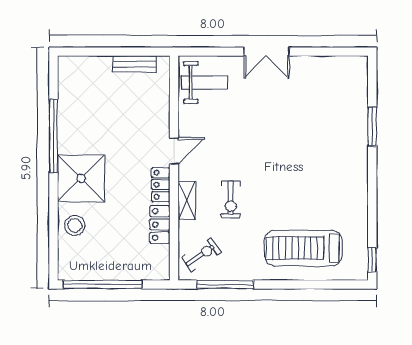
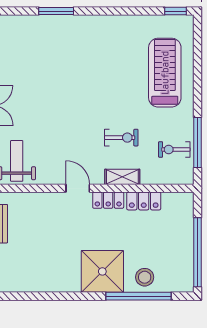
window: (53, 136) -> (138, 296), moved
treadmill: (303, 248) -> (165, 73), turned 180
exercise bike: (201, 255) -> (174, 149), moved, turned -56

